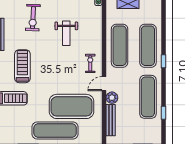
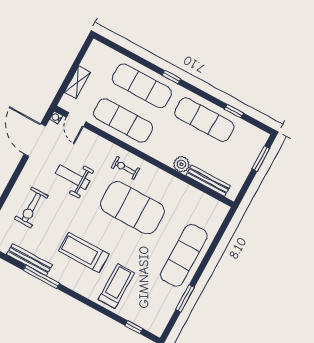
exercise bike: (33, 18) -> (31, 208), turned 87
weight bench: (66, 33) -> (73, 177), turned 180
door: (104, 84) -> (76, 120), moved
exercise mat: (71, 106) -> (132, 208), moved, turned 90

